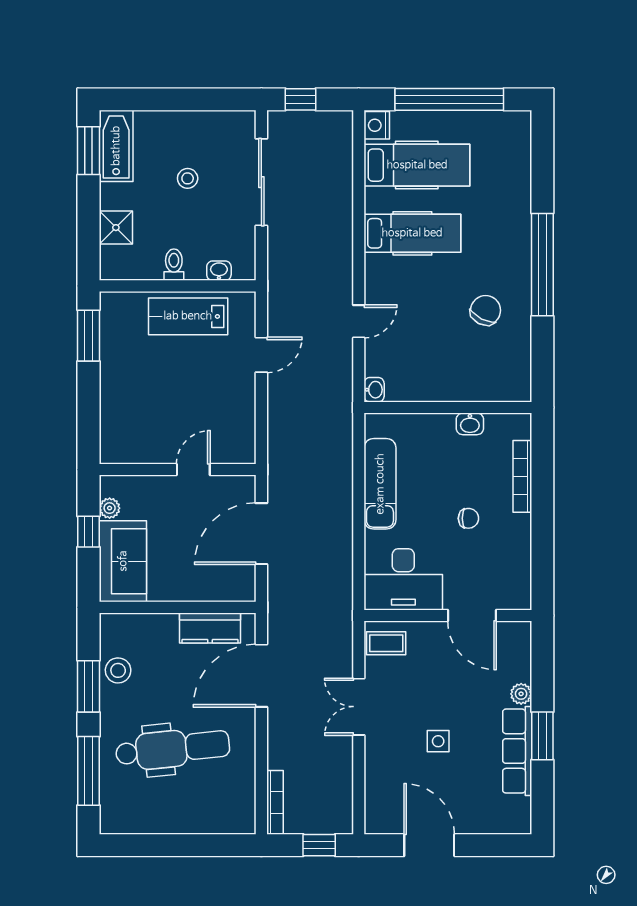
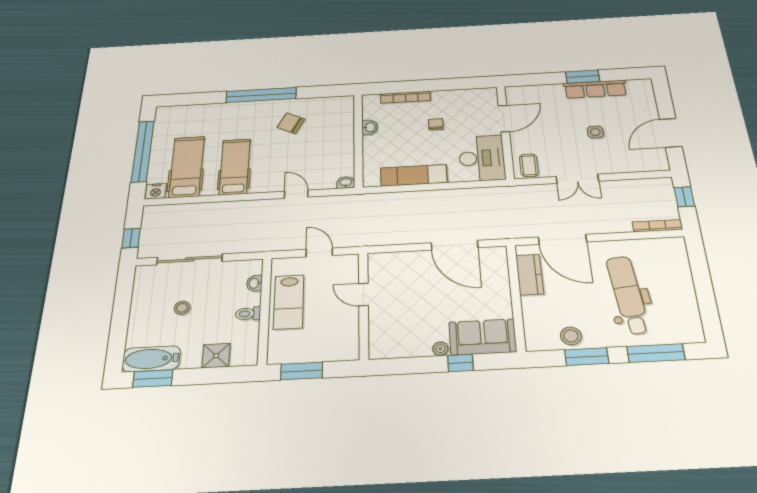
wall: (178, 470) -> (364, 305), moved
door: (193, 470) -> (363, 295), moved
plant: (521, 694) -> (555, 89), removed

